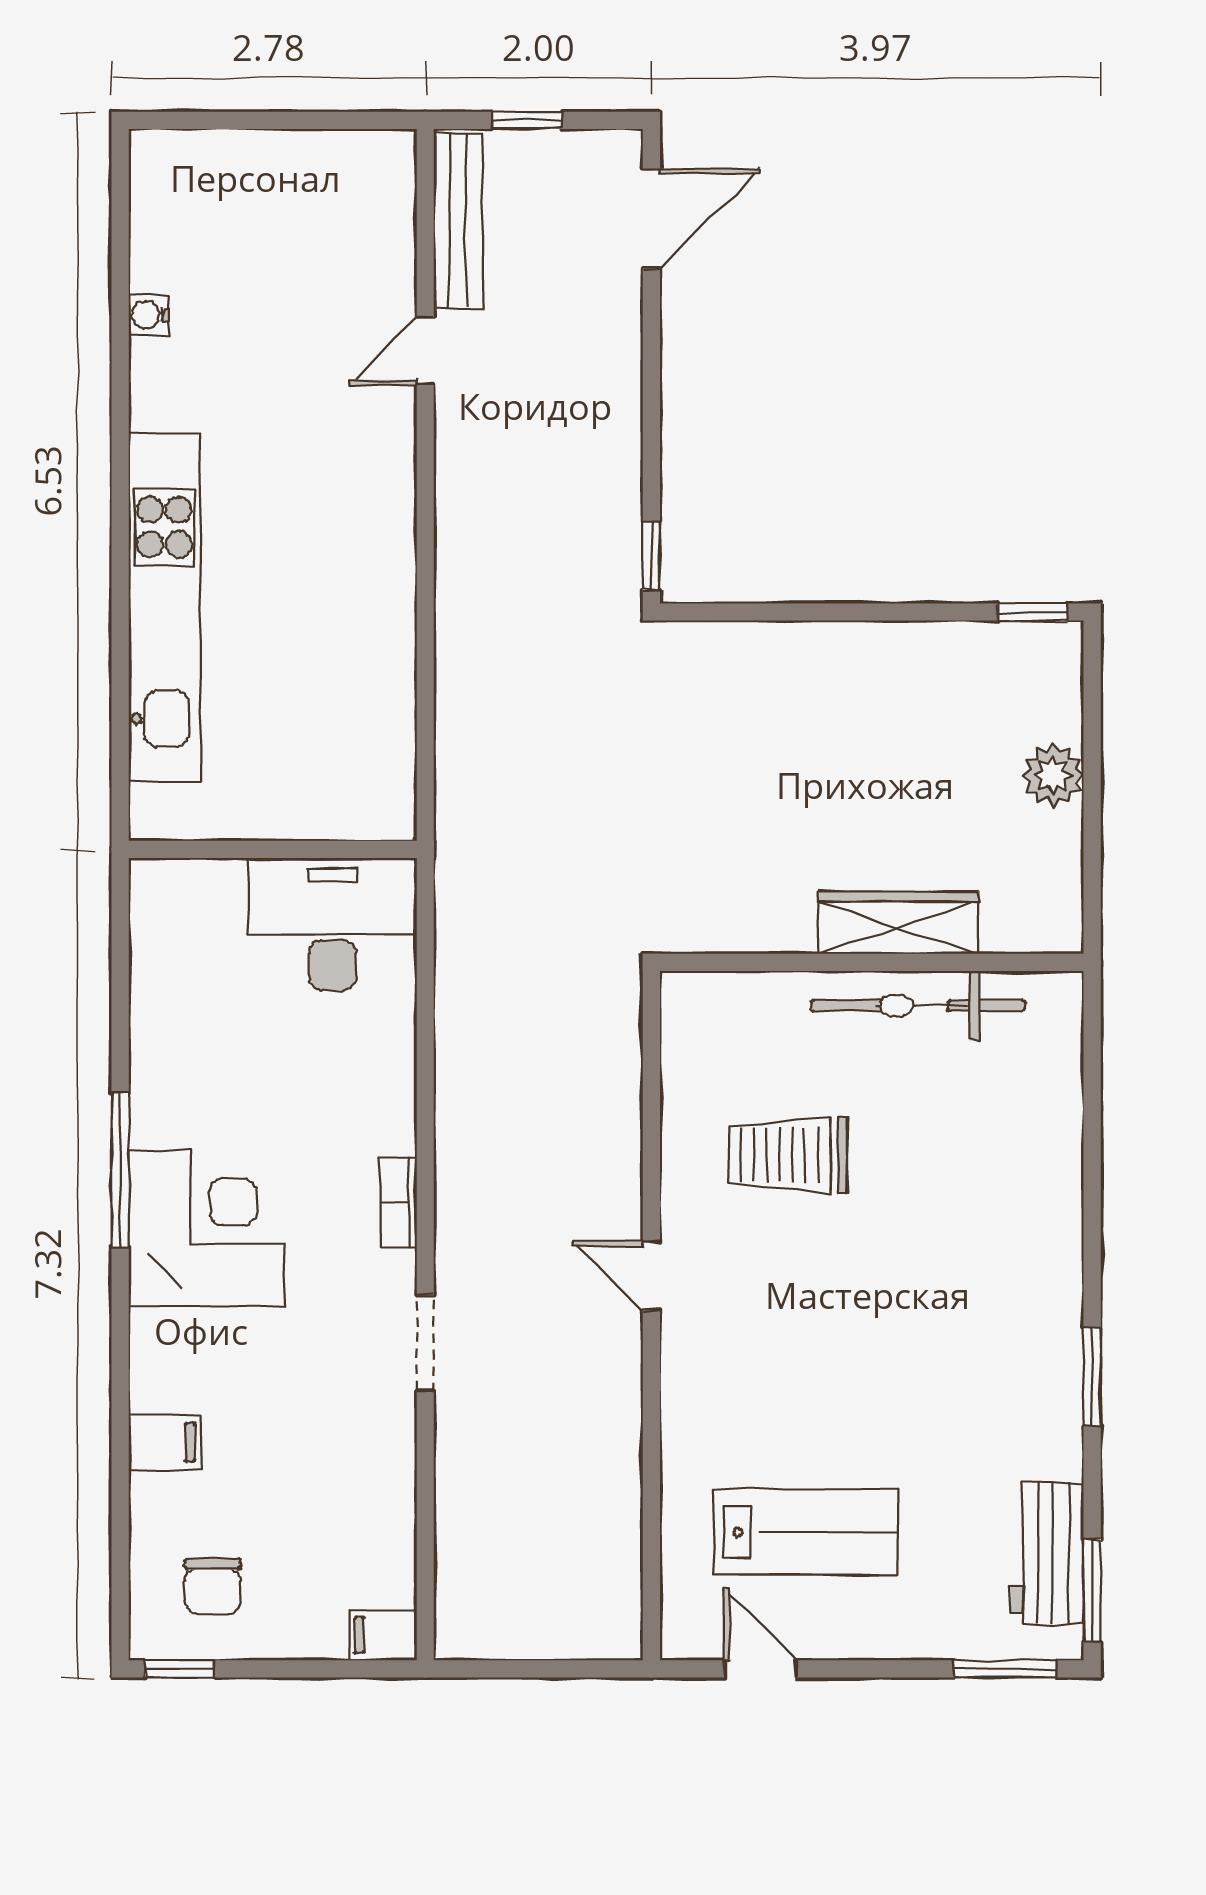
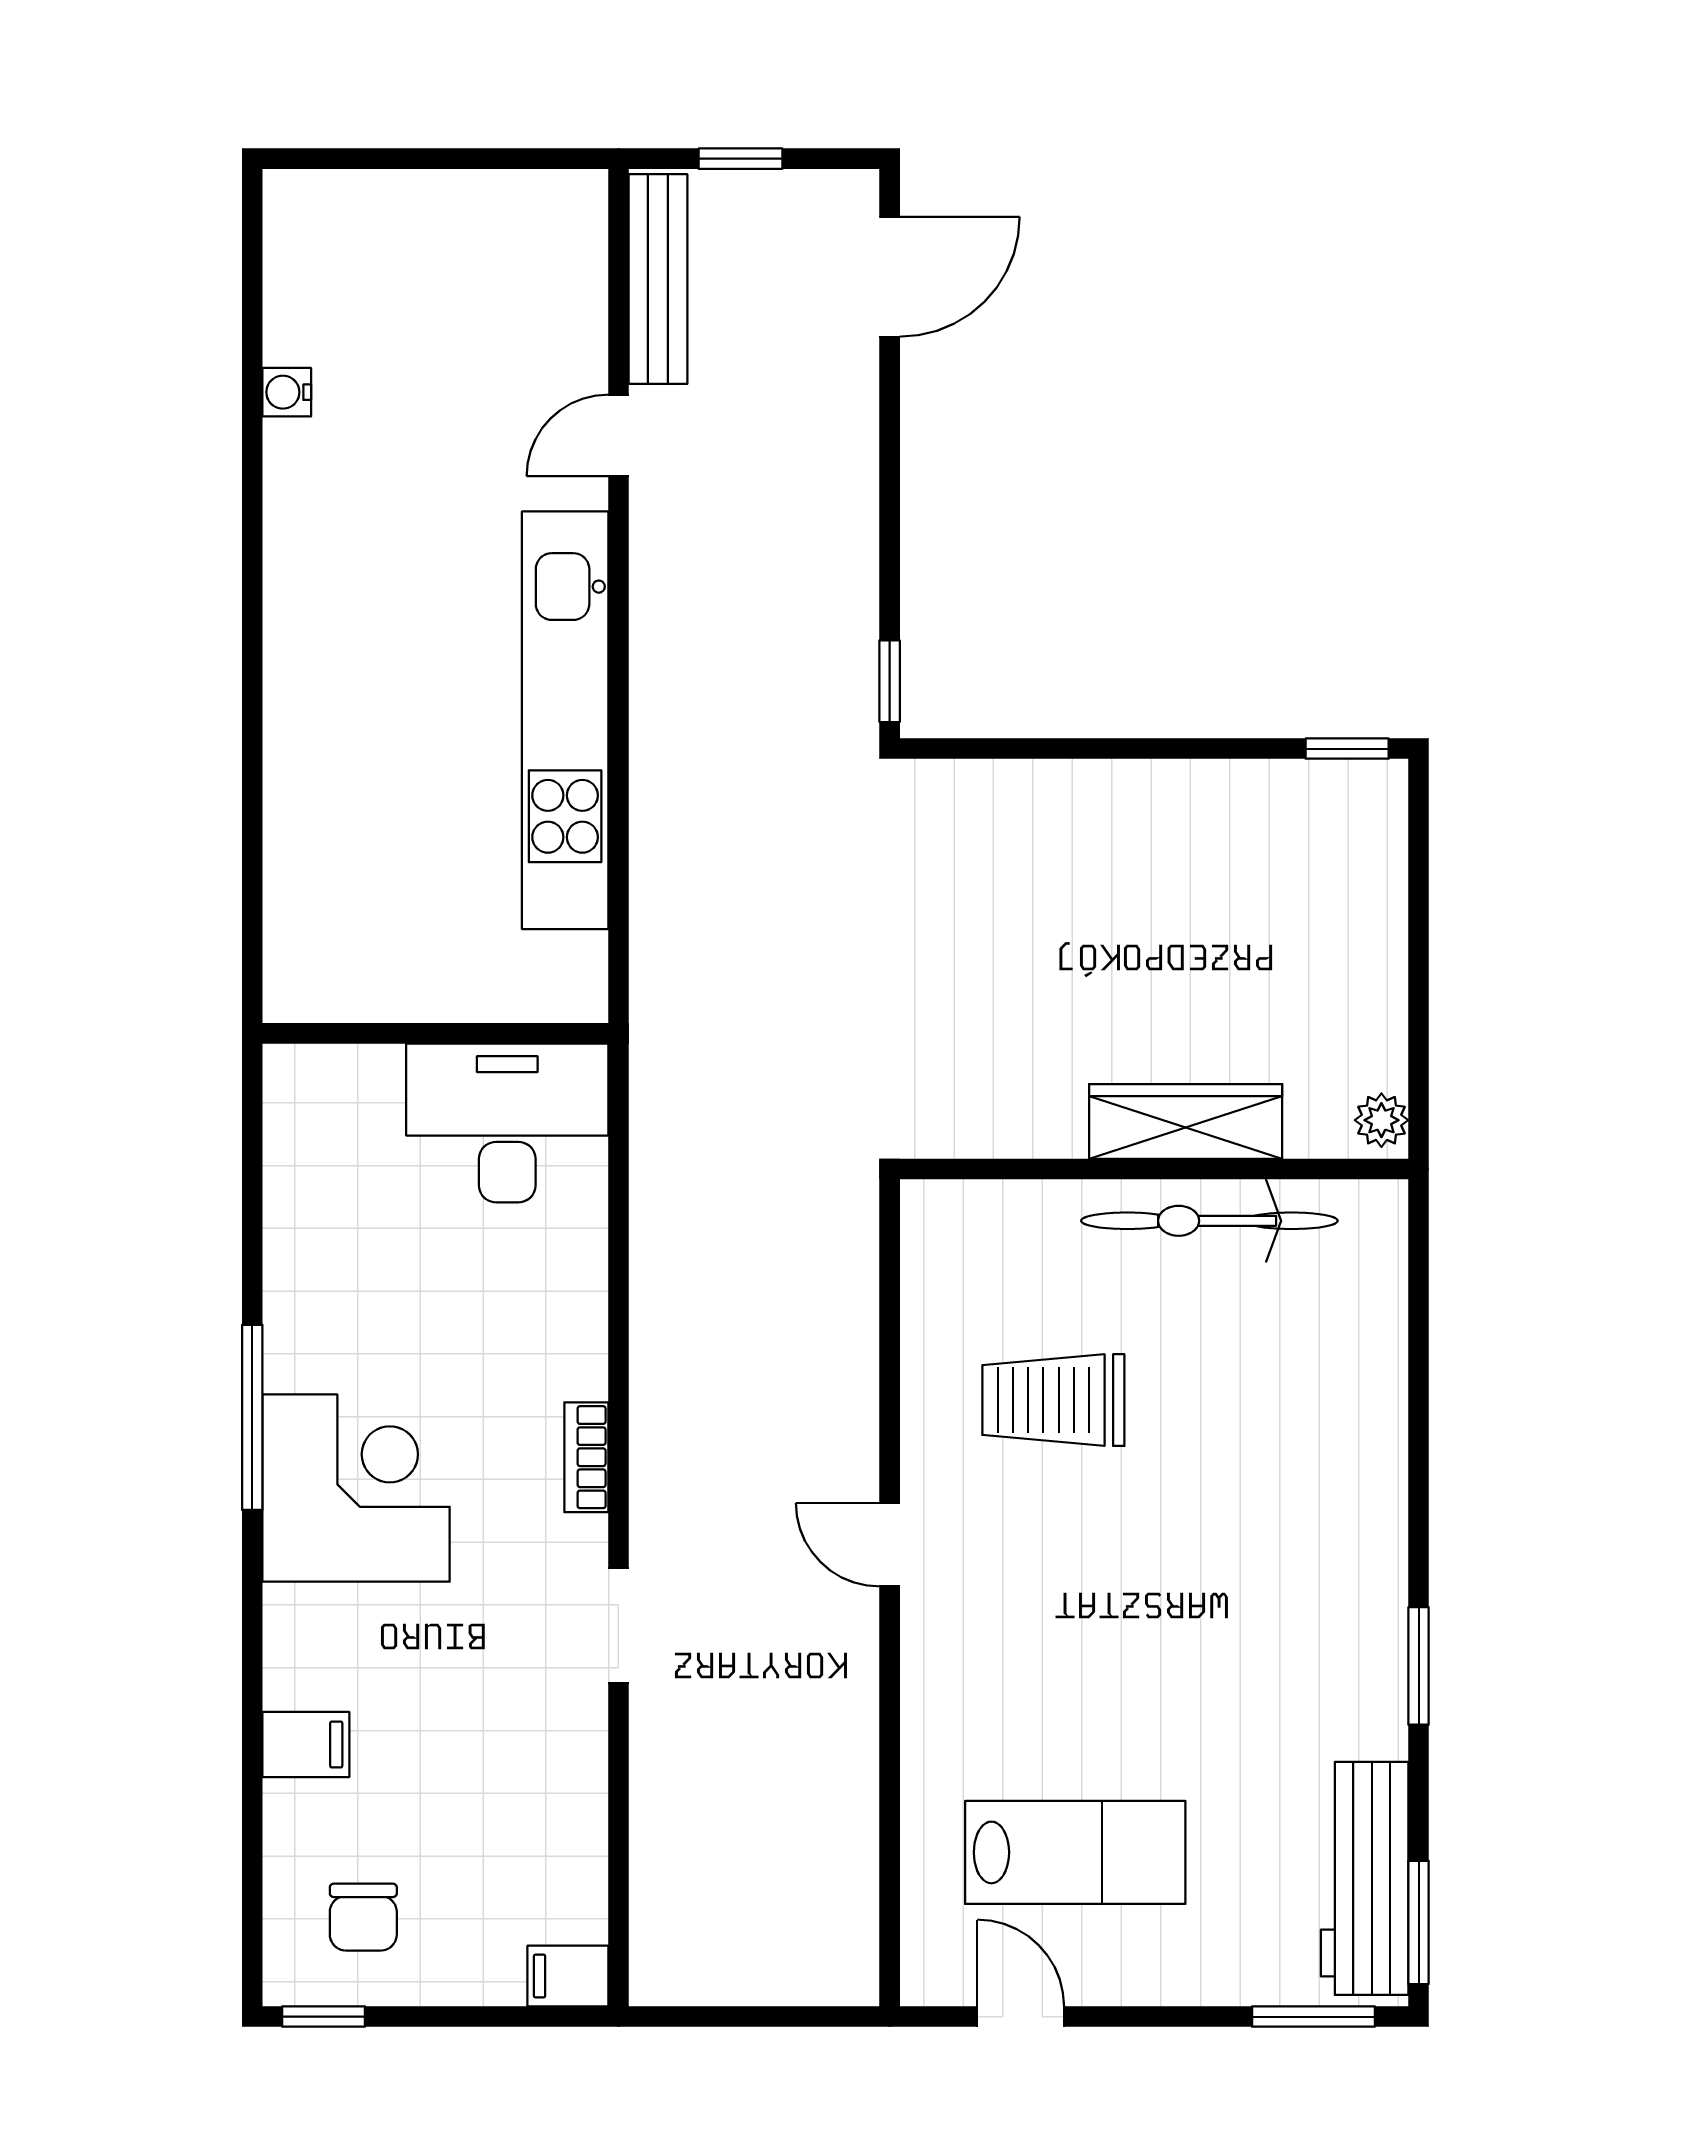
kitchen unit: (164, 607) -> (565, 720), moved, turned 180
plant: (1053, 775) -> (1381, 1120), moved, width x0.73, depth x0.73
workbench: (1047, 1554) -> (1365, 1878), width x1.38

